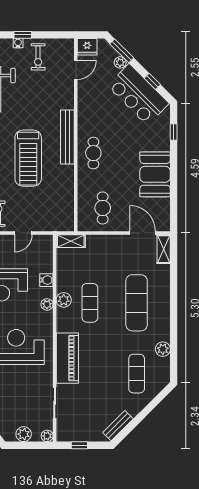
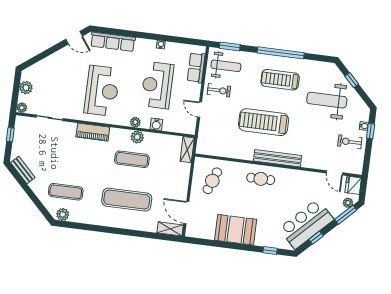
plant: (120, 62) -> (348, 203), moved
cafe table: (103, 208) -> (212, 181), turned -69
door: (143, 233) -> (186, 213), swing flipped
plant: (163, 349) -> (63, 214), moved
piano: (67, 358) -> (93, 132), width x0.73, depth x0.75

